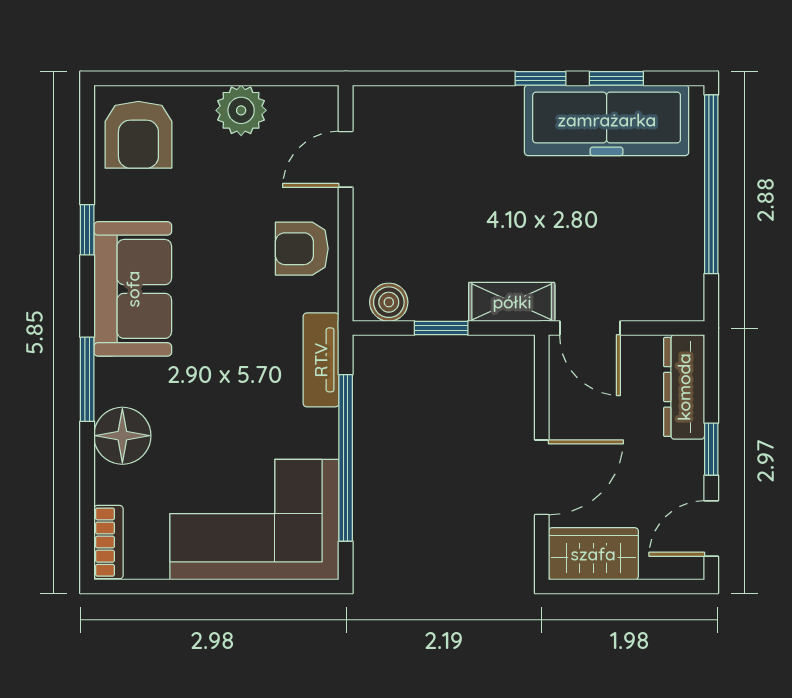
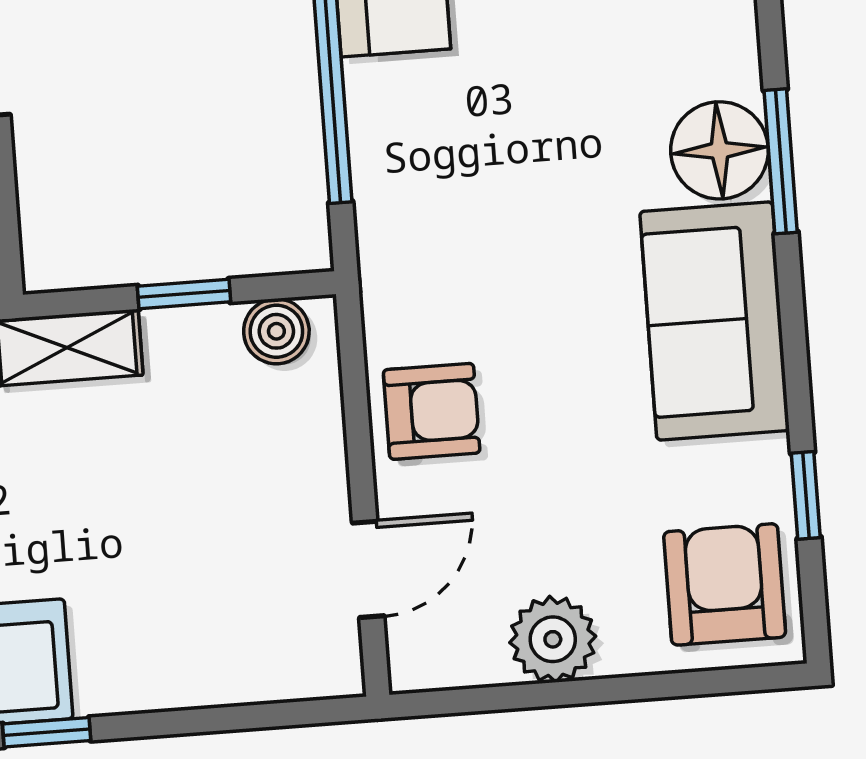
window: (87, 230) -> (806, 495), moved
tv unit: (321, 360) -> (384, 224), removed
floor lamp: (122, 436) -> (719, 150), moved

